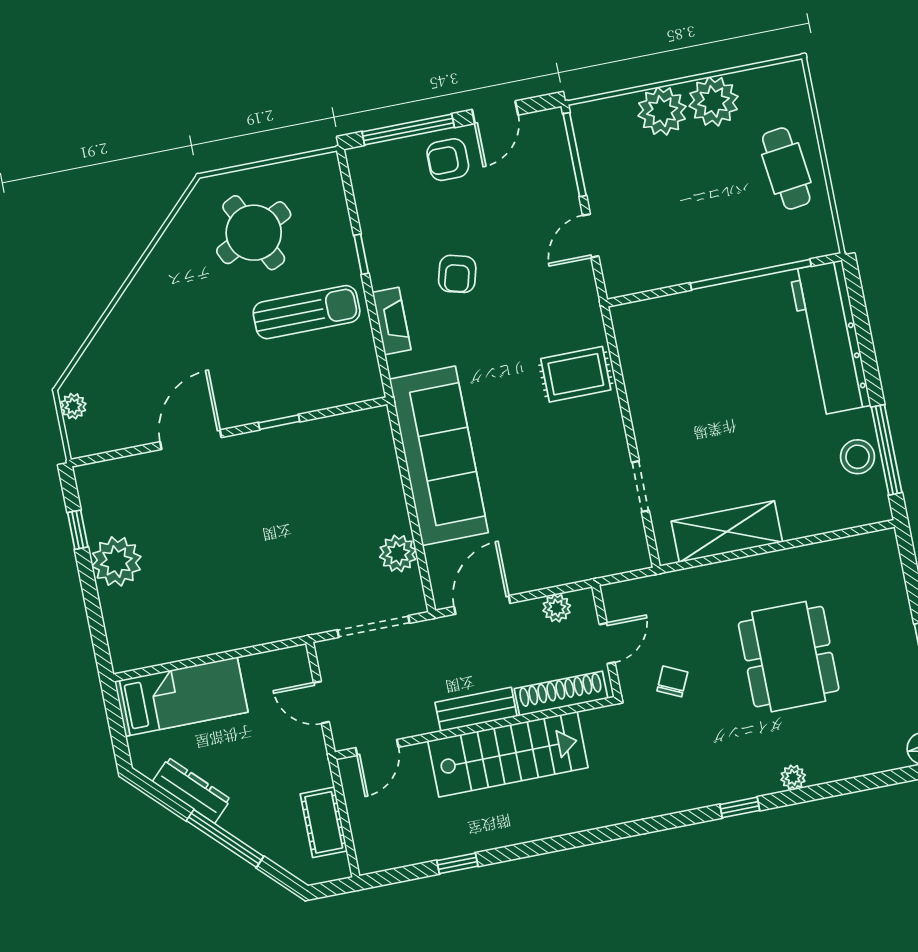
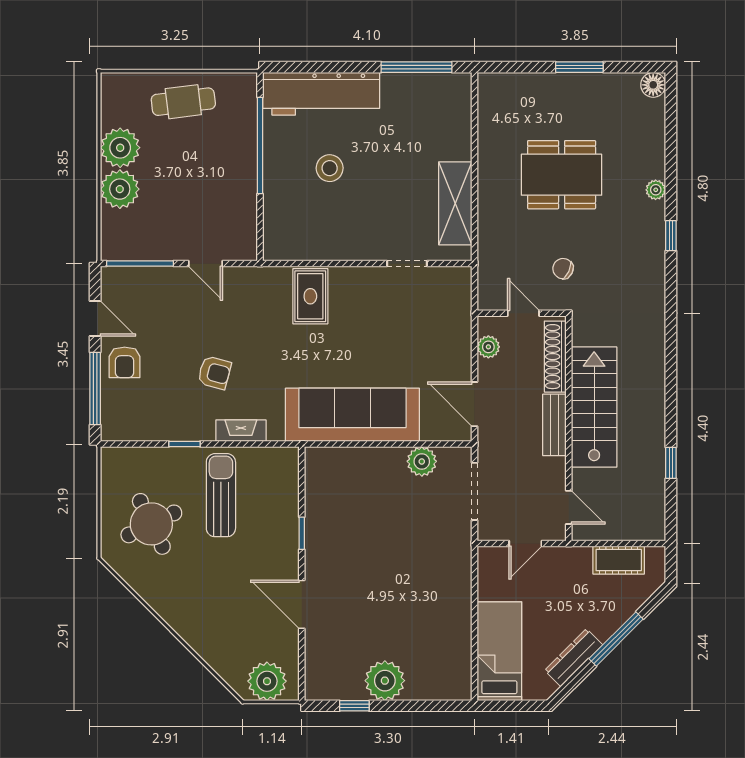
plant: (73, 406) -> (267, 681), width x1.88, depth x1.88
stool: (857, 457) -> (330, 168), moved

